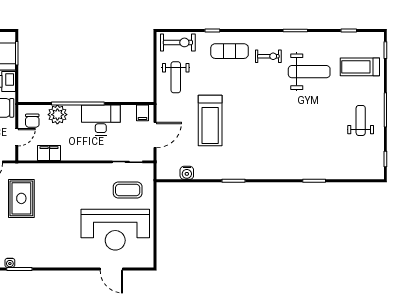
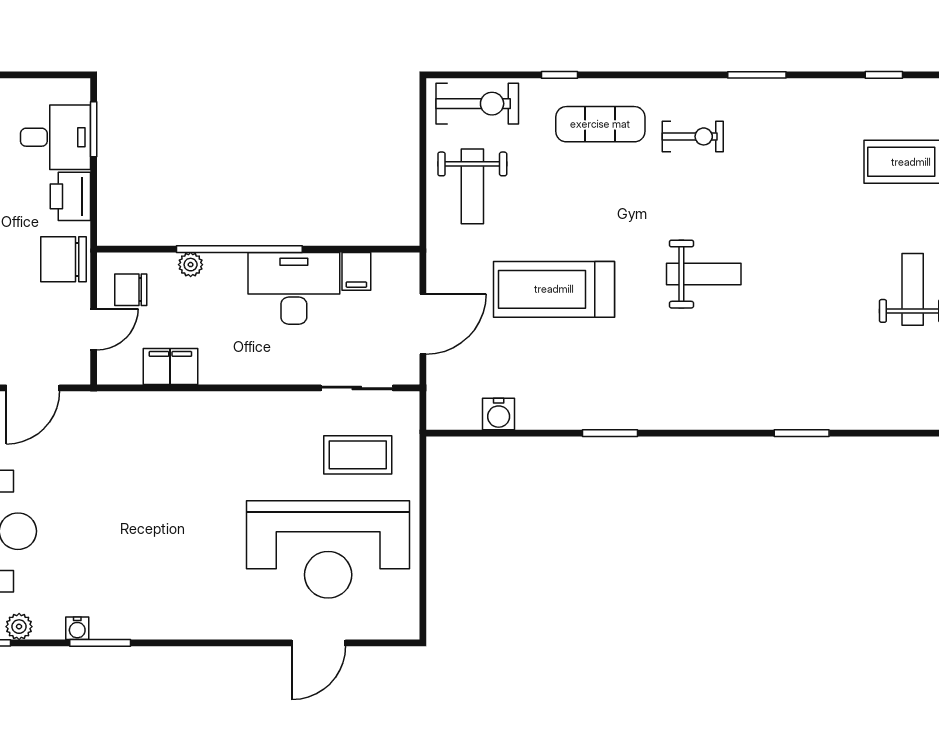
weight bench: (309, 72) -> (704, 274), moved, width x0.73, depth x0.75
filing cabinet: (143, 113) -> (356, 271), moved
plant: (57, 115) -> (191, 265), width x0.53, depth x0.53
treadmill: (210, 120) -> (554, 289), turned 90
chair: (32, 121) -> (131, 290), turned 90
rug: (21, 198) -> (105, 475), removed
door: (111, 269) -> (319, 643), hinge flipped

